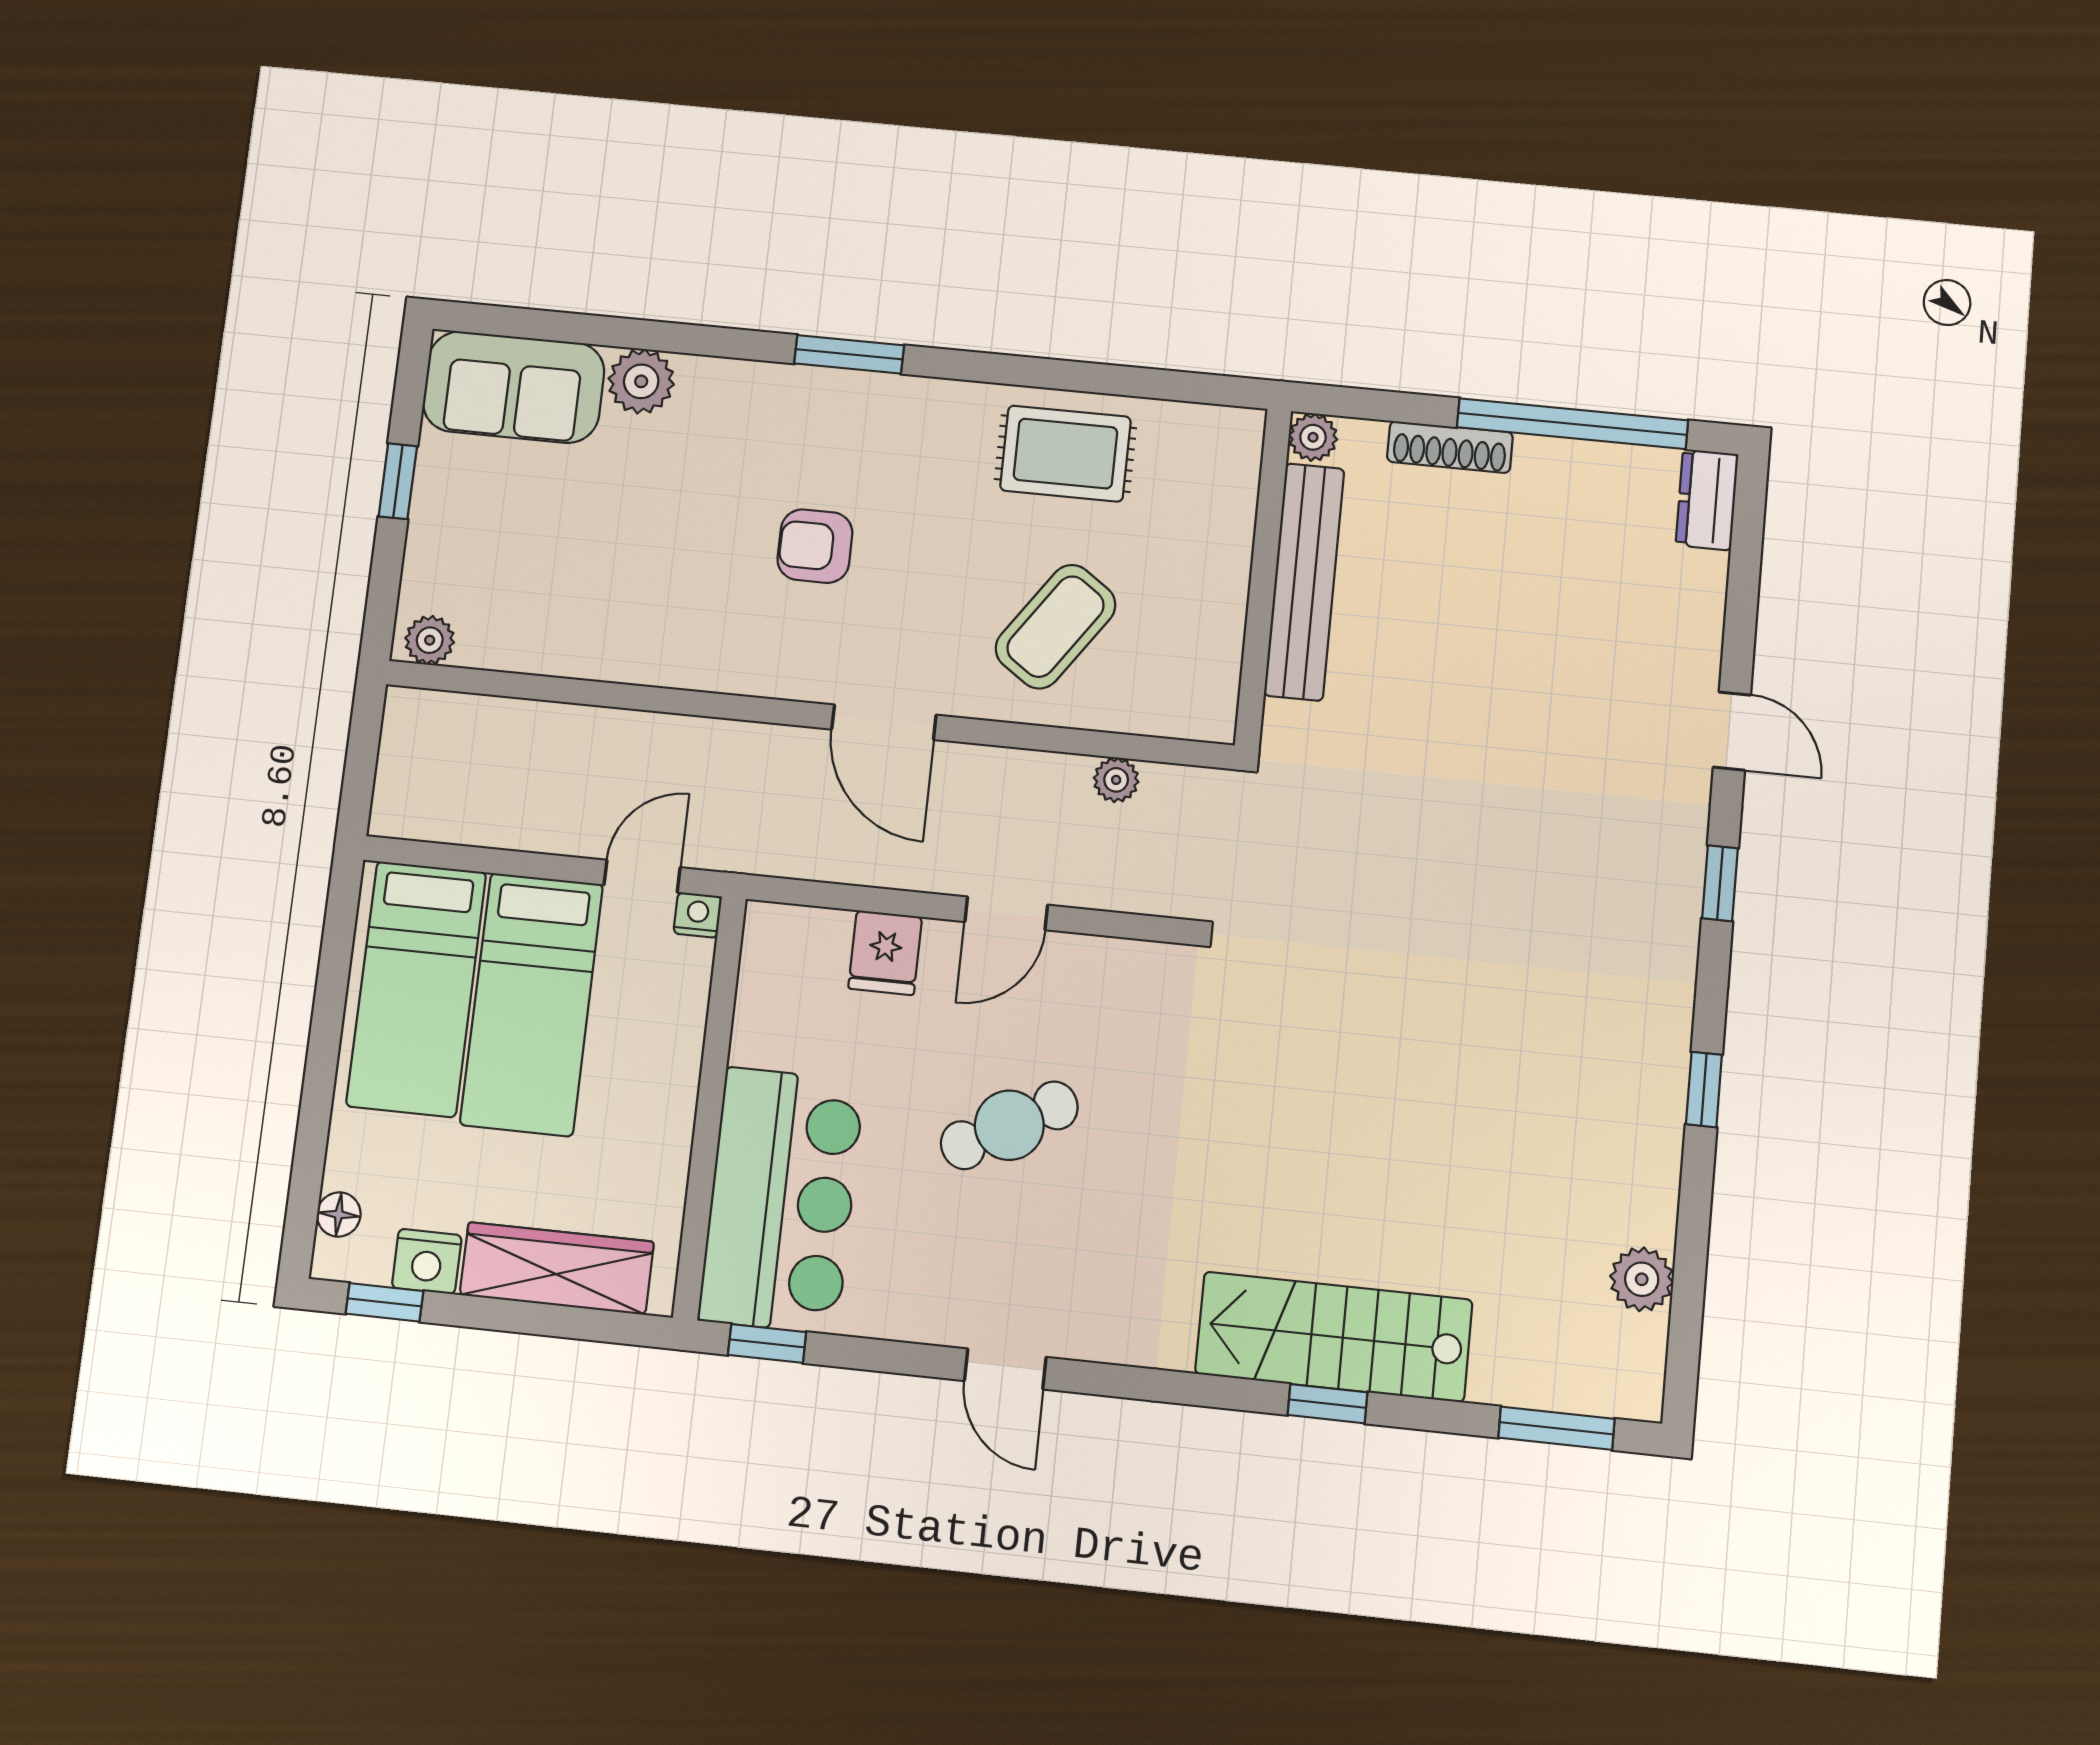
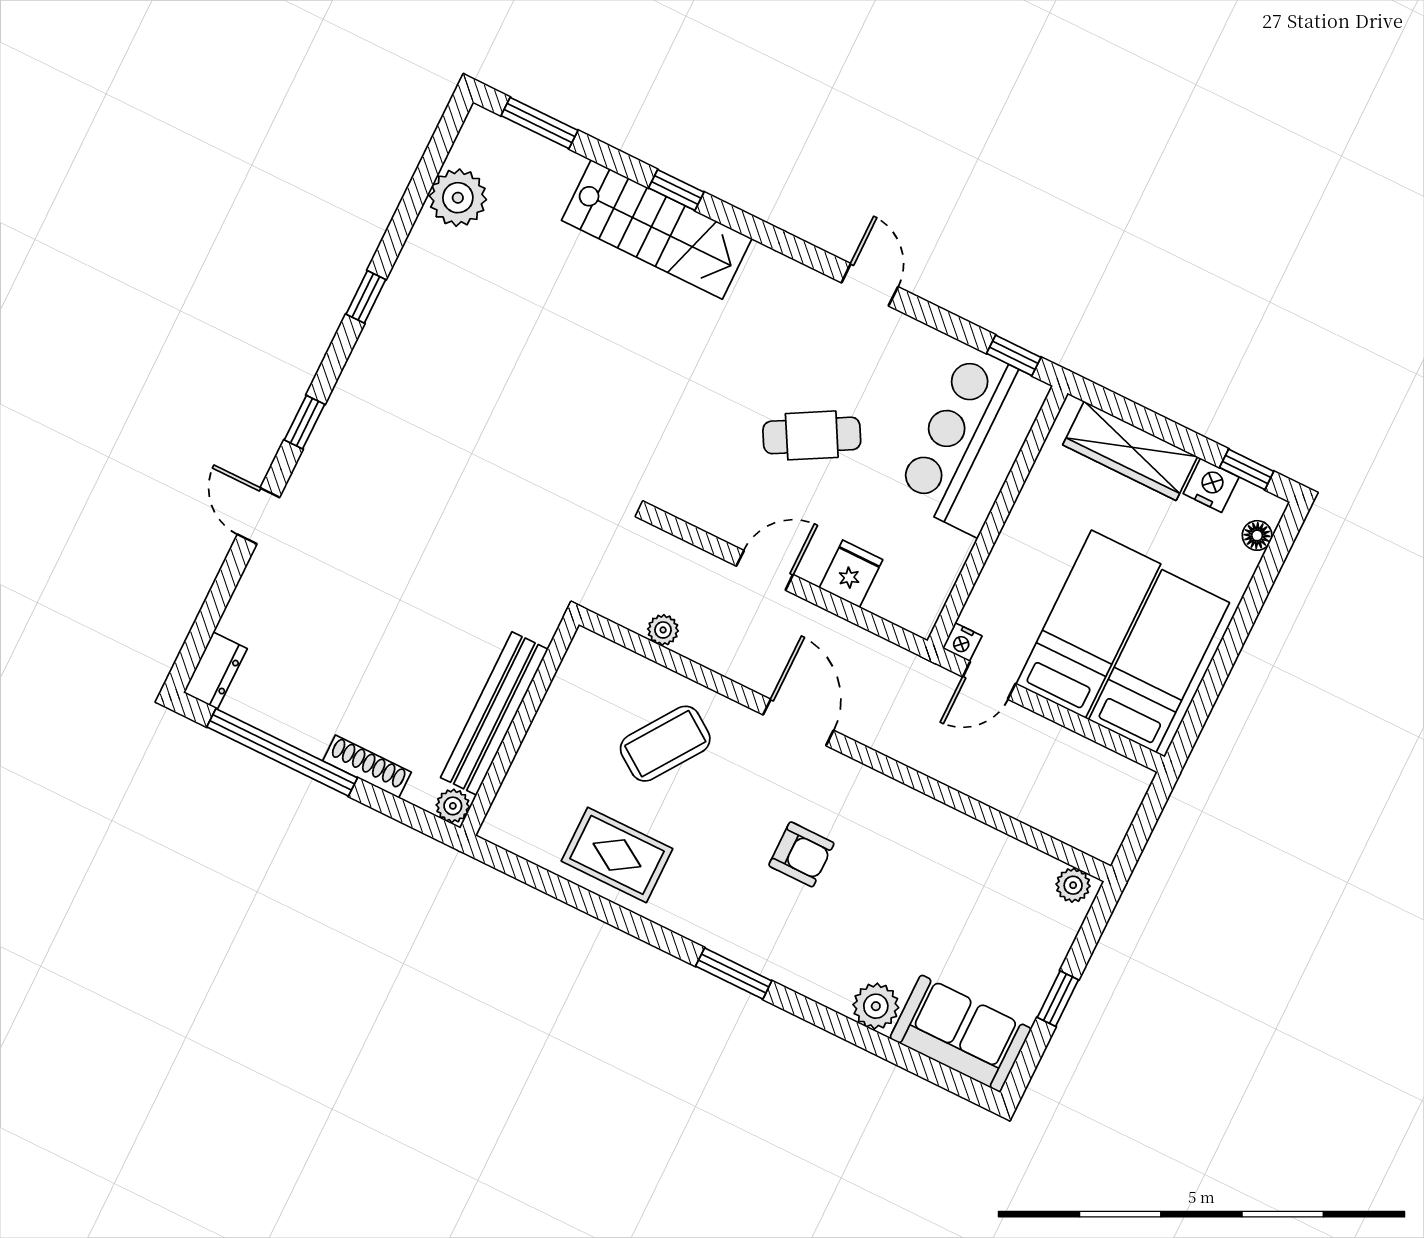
plant: (1642, 1279) -> (458, 198), width x1.36, depth x1.36

